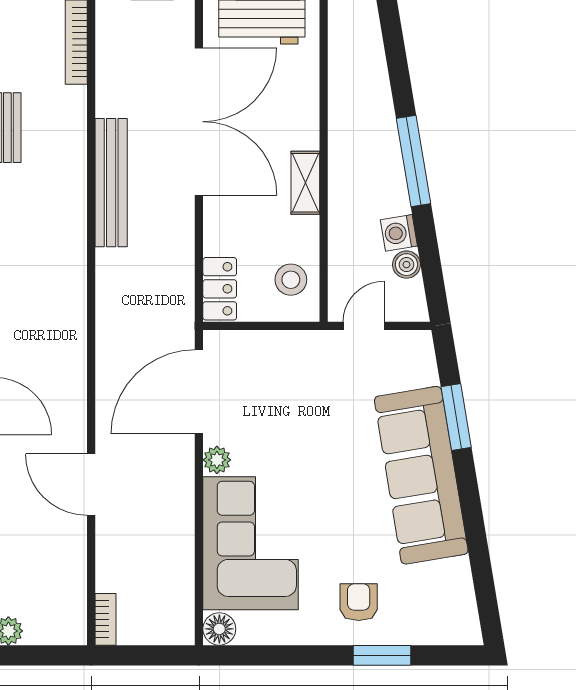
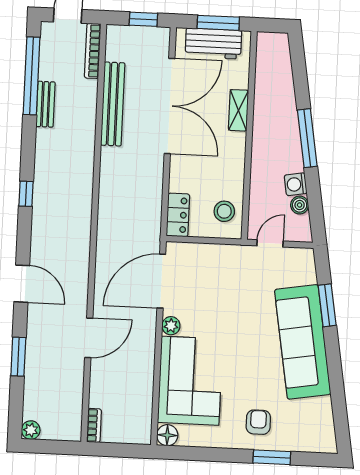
bench: (111, 183) -> (113, 104), moved
shelving: (305, 183) -> (238, 110), moved
door: (91, 485) -> (89, 338), swing flipped

